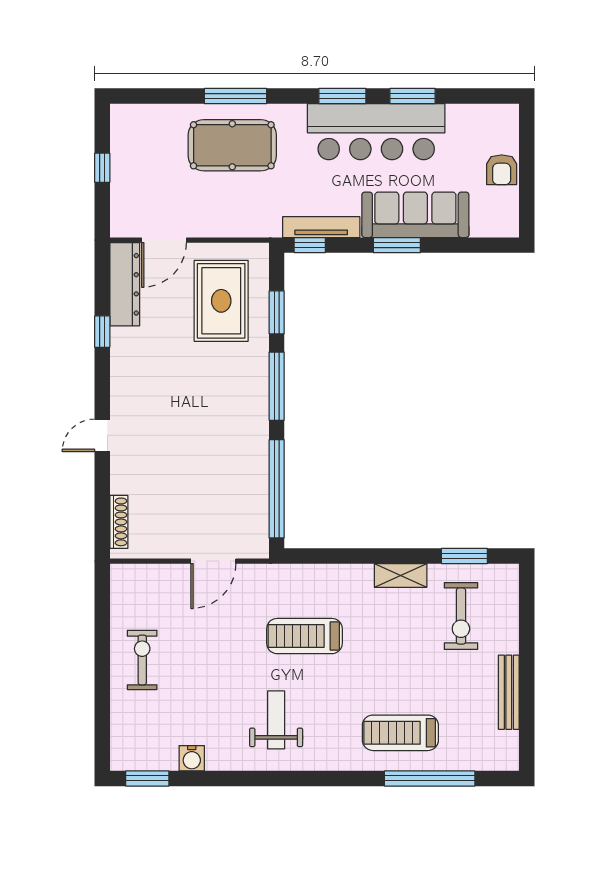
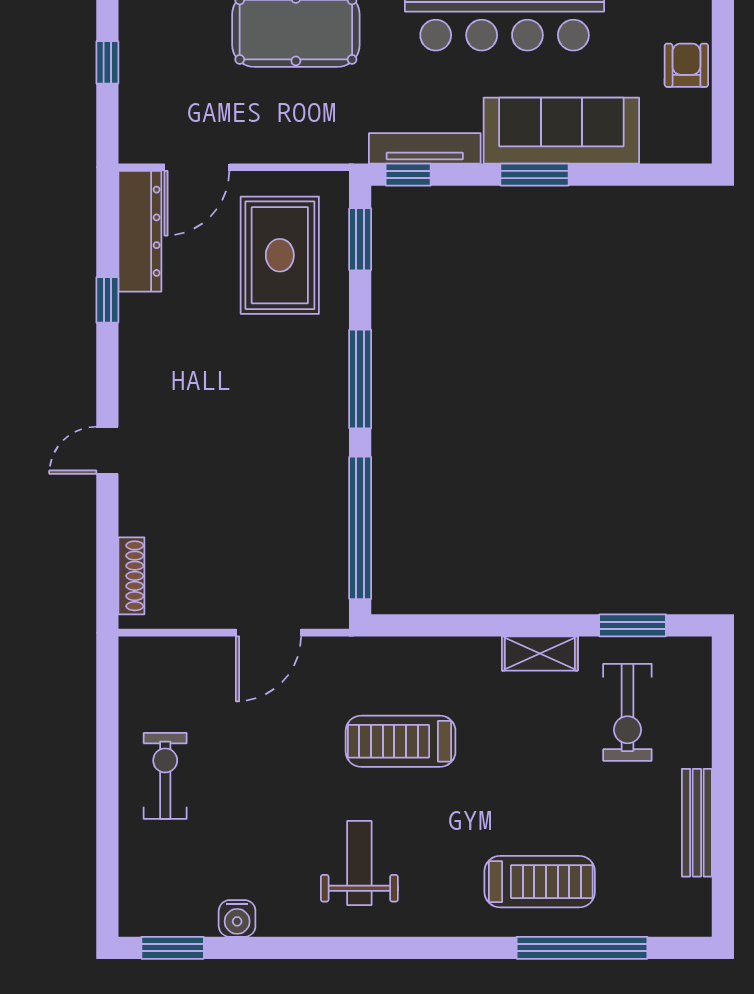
armchair: (502, 170) -> (686, 65), turned 180
window: (277, 312) -> (360, 239), moved
treadmill: (400, 733) -> (540, 882), turned 180

